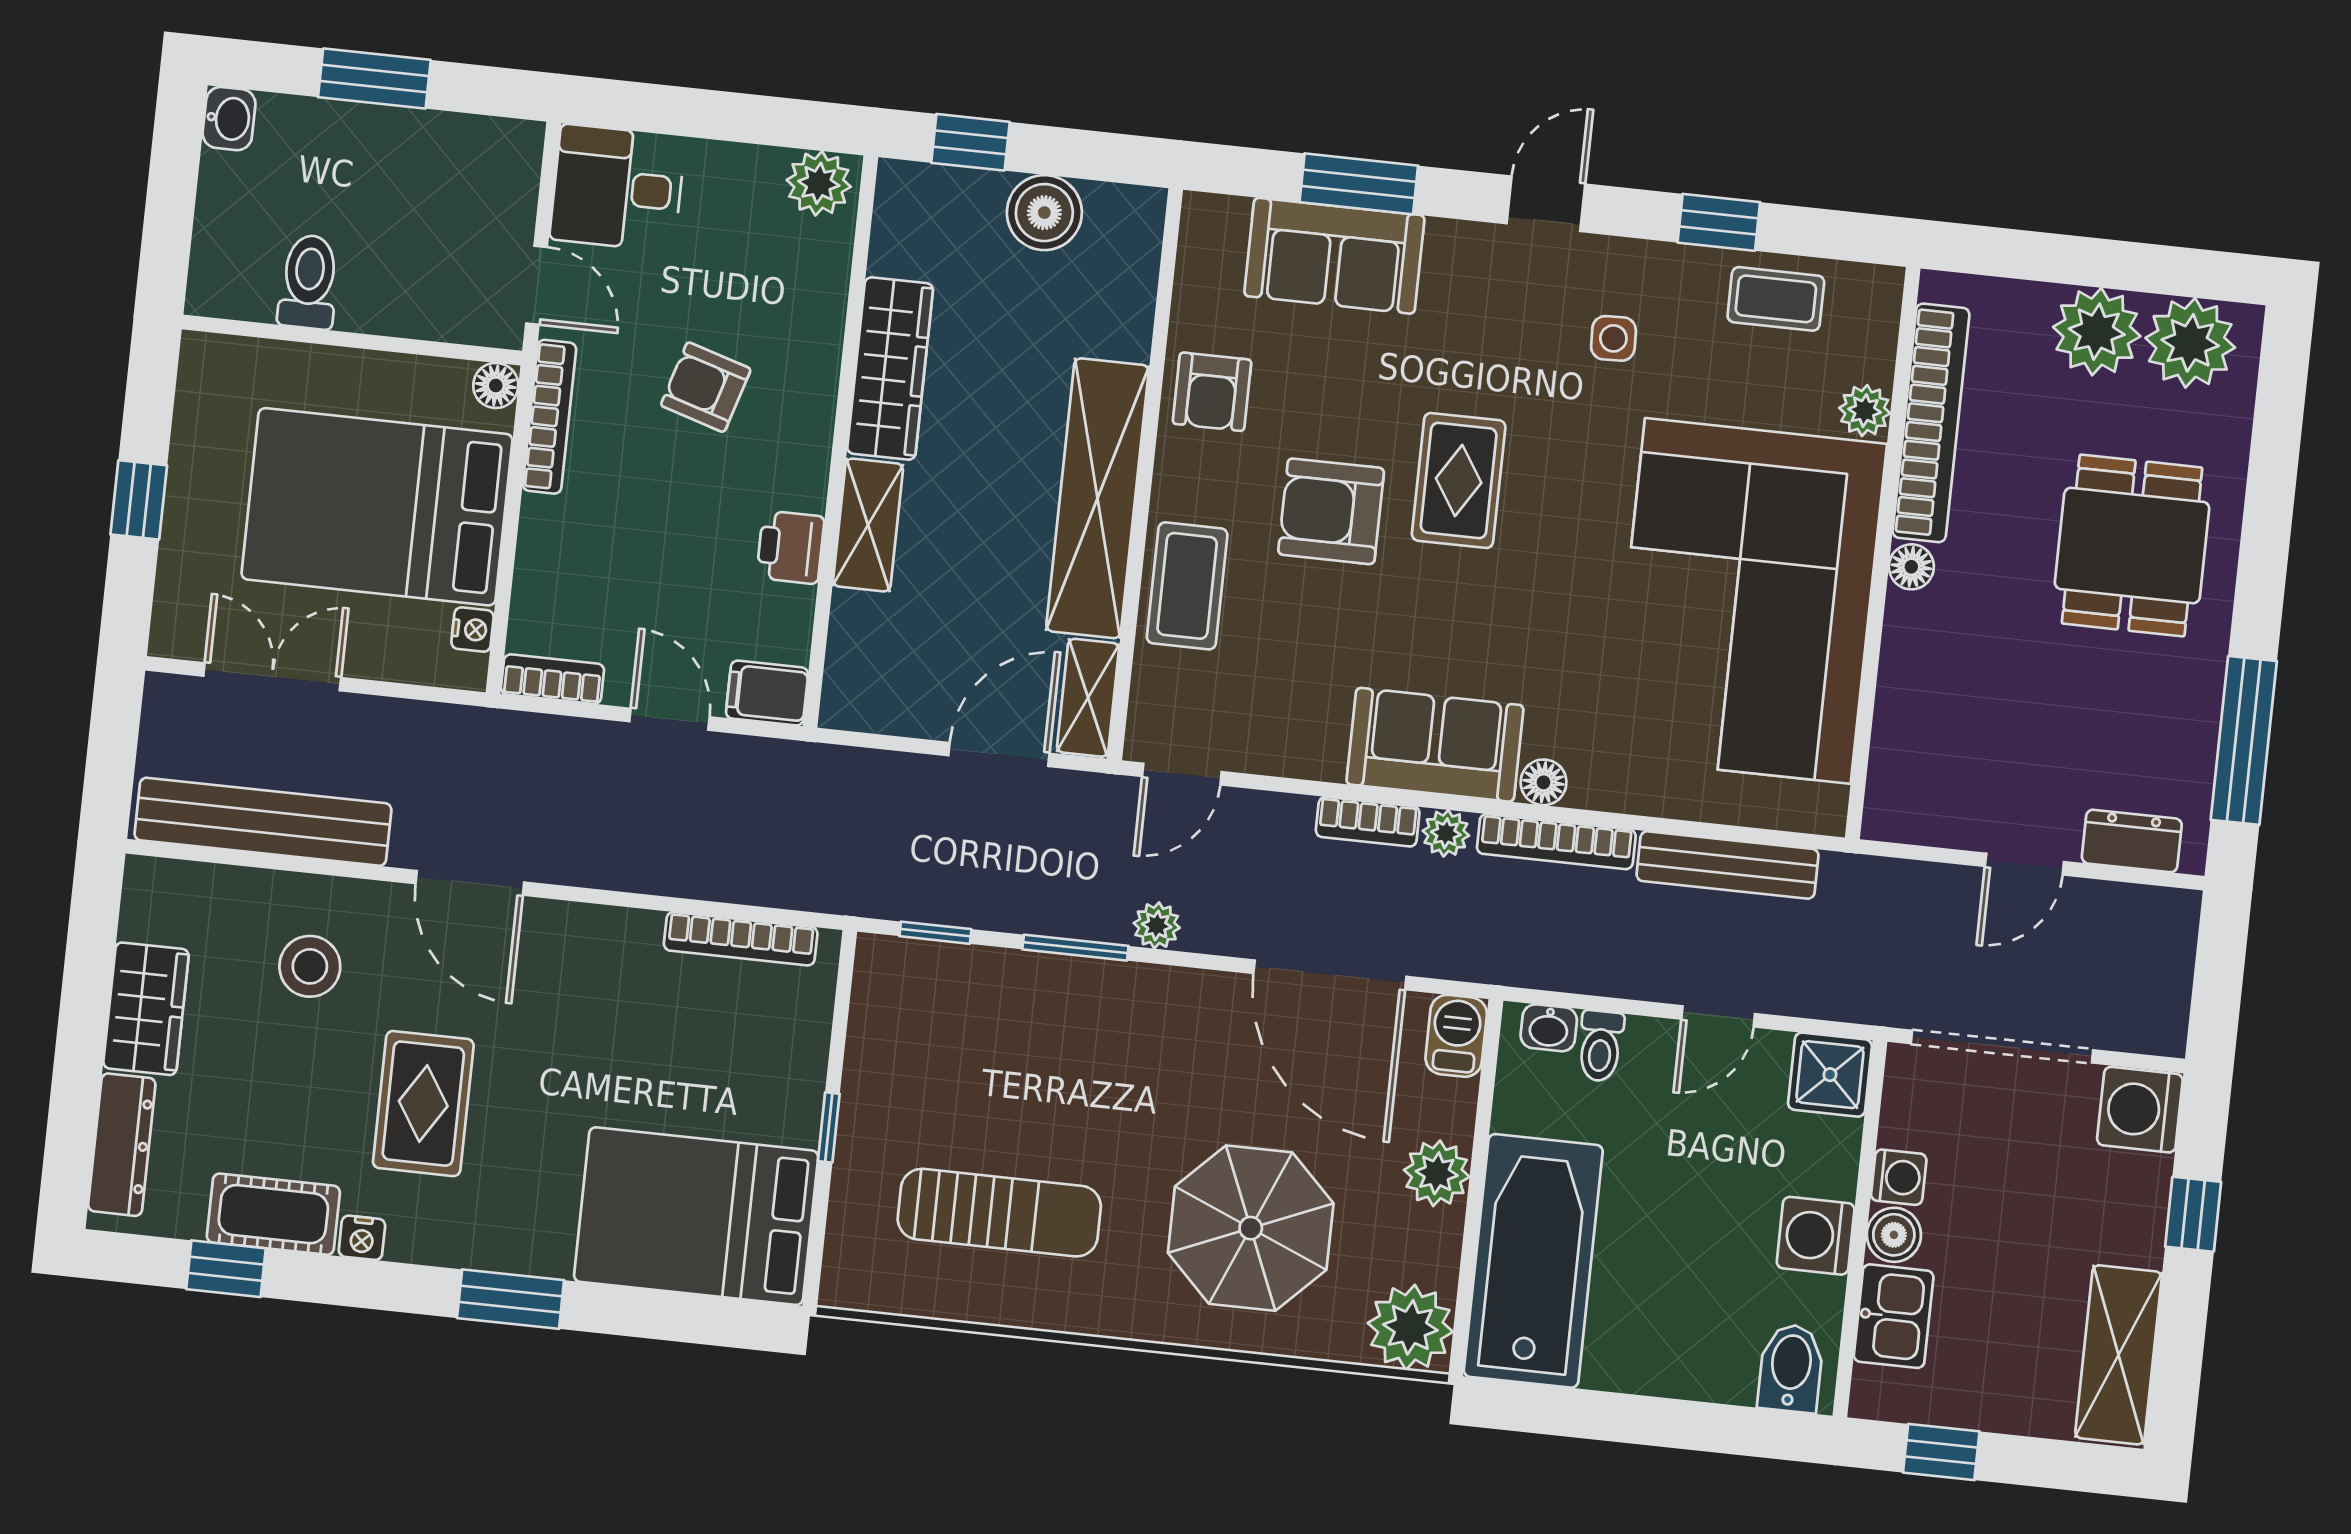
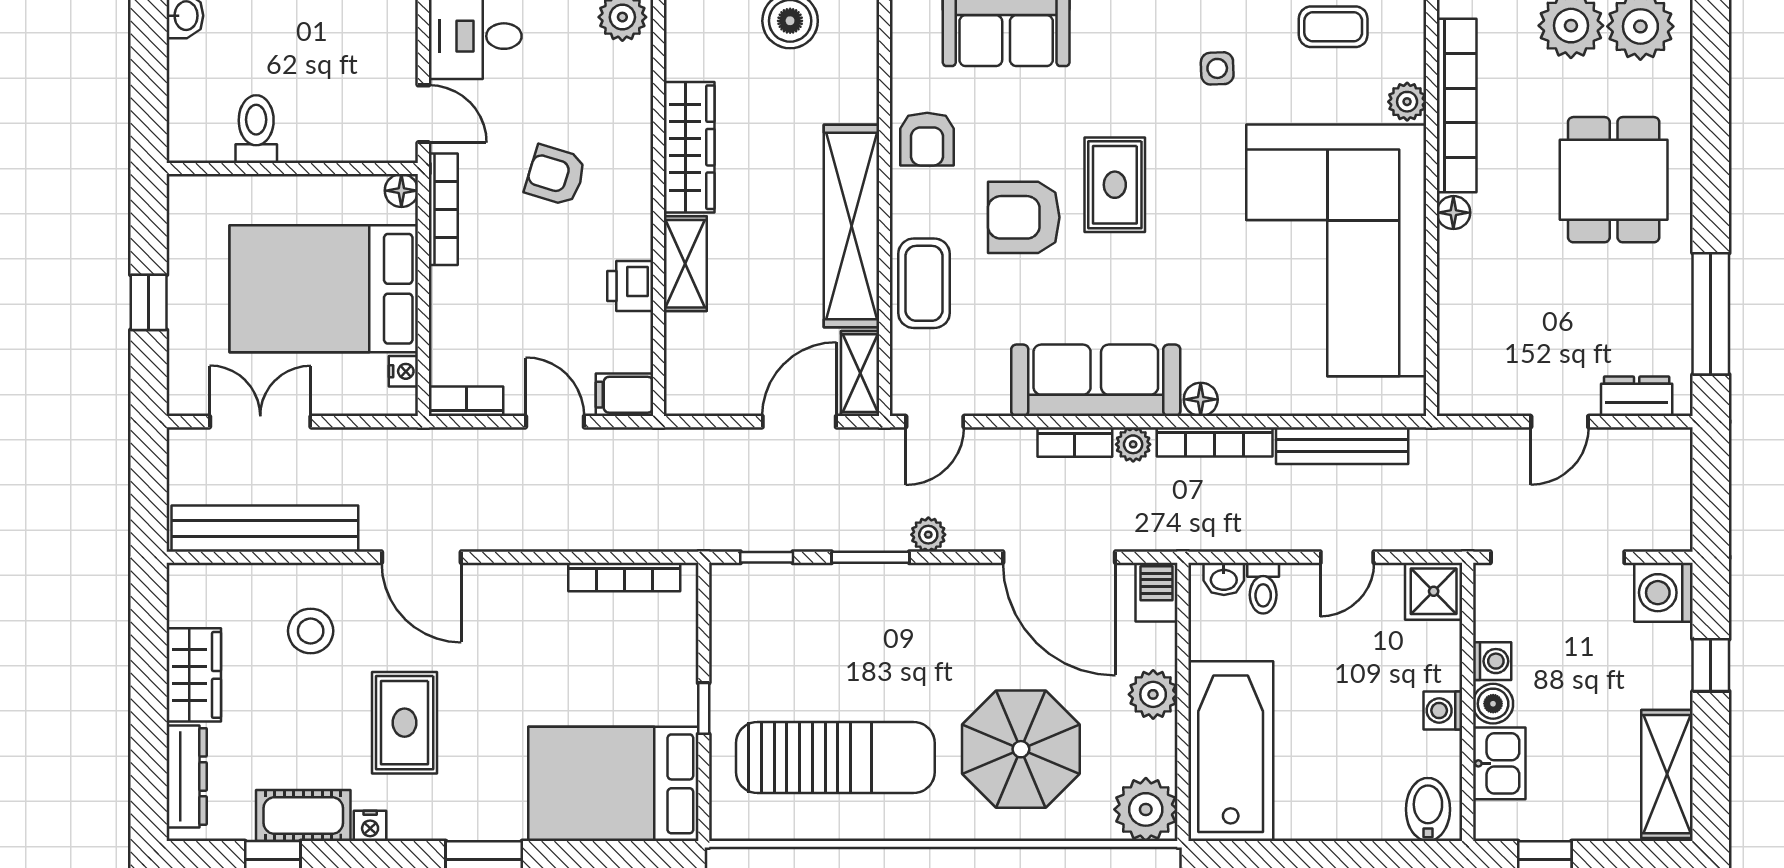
sofa: (1435, 745) -> (1096, 380), width x1.36
sun lounger: (999, 1213) -> (835, 758), width x1.36, depth x1.34
washing machine: (1816, 1236) -> (1443, 711), width x0.73, depth x0.73

